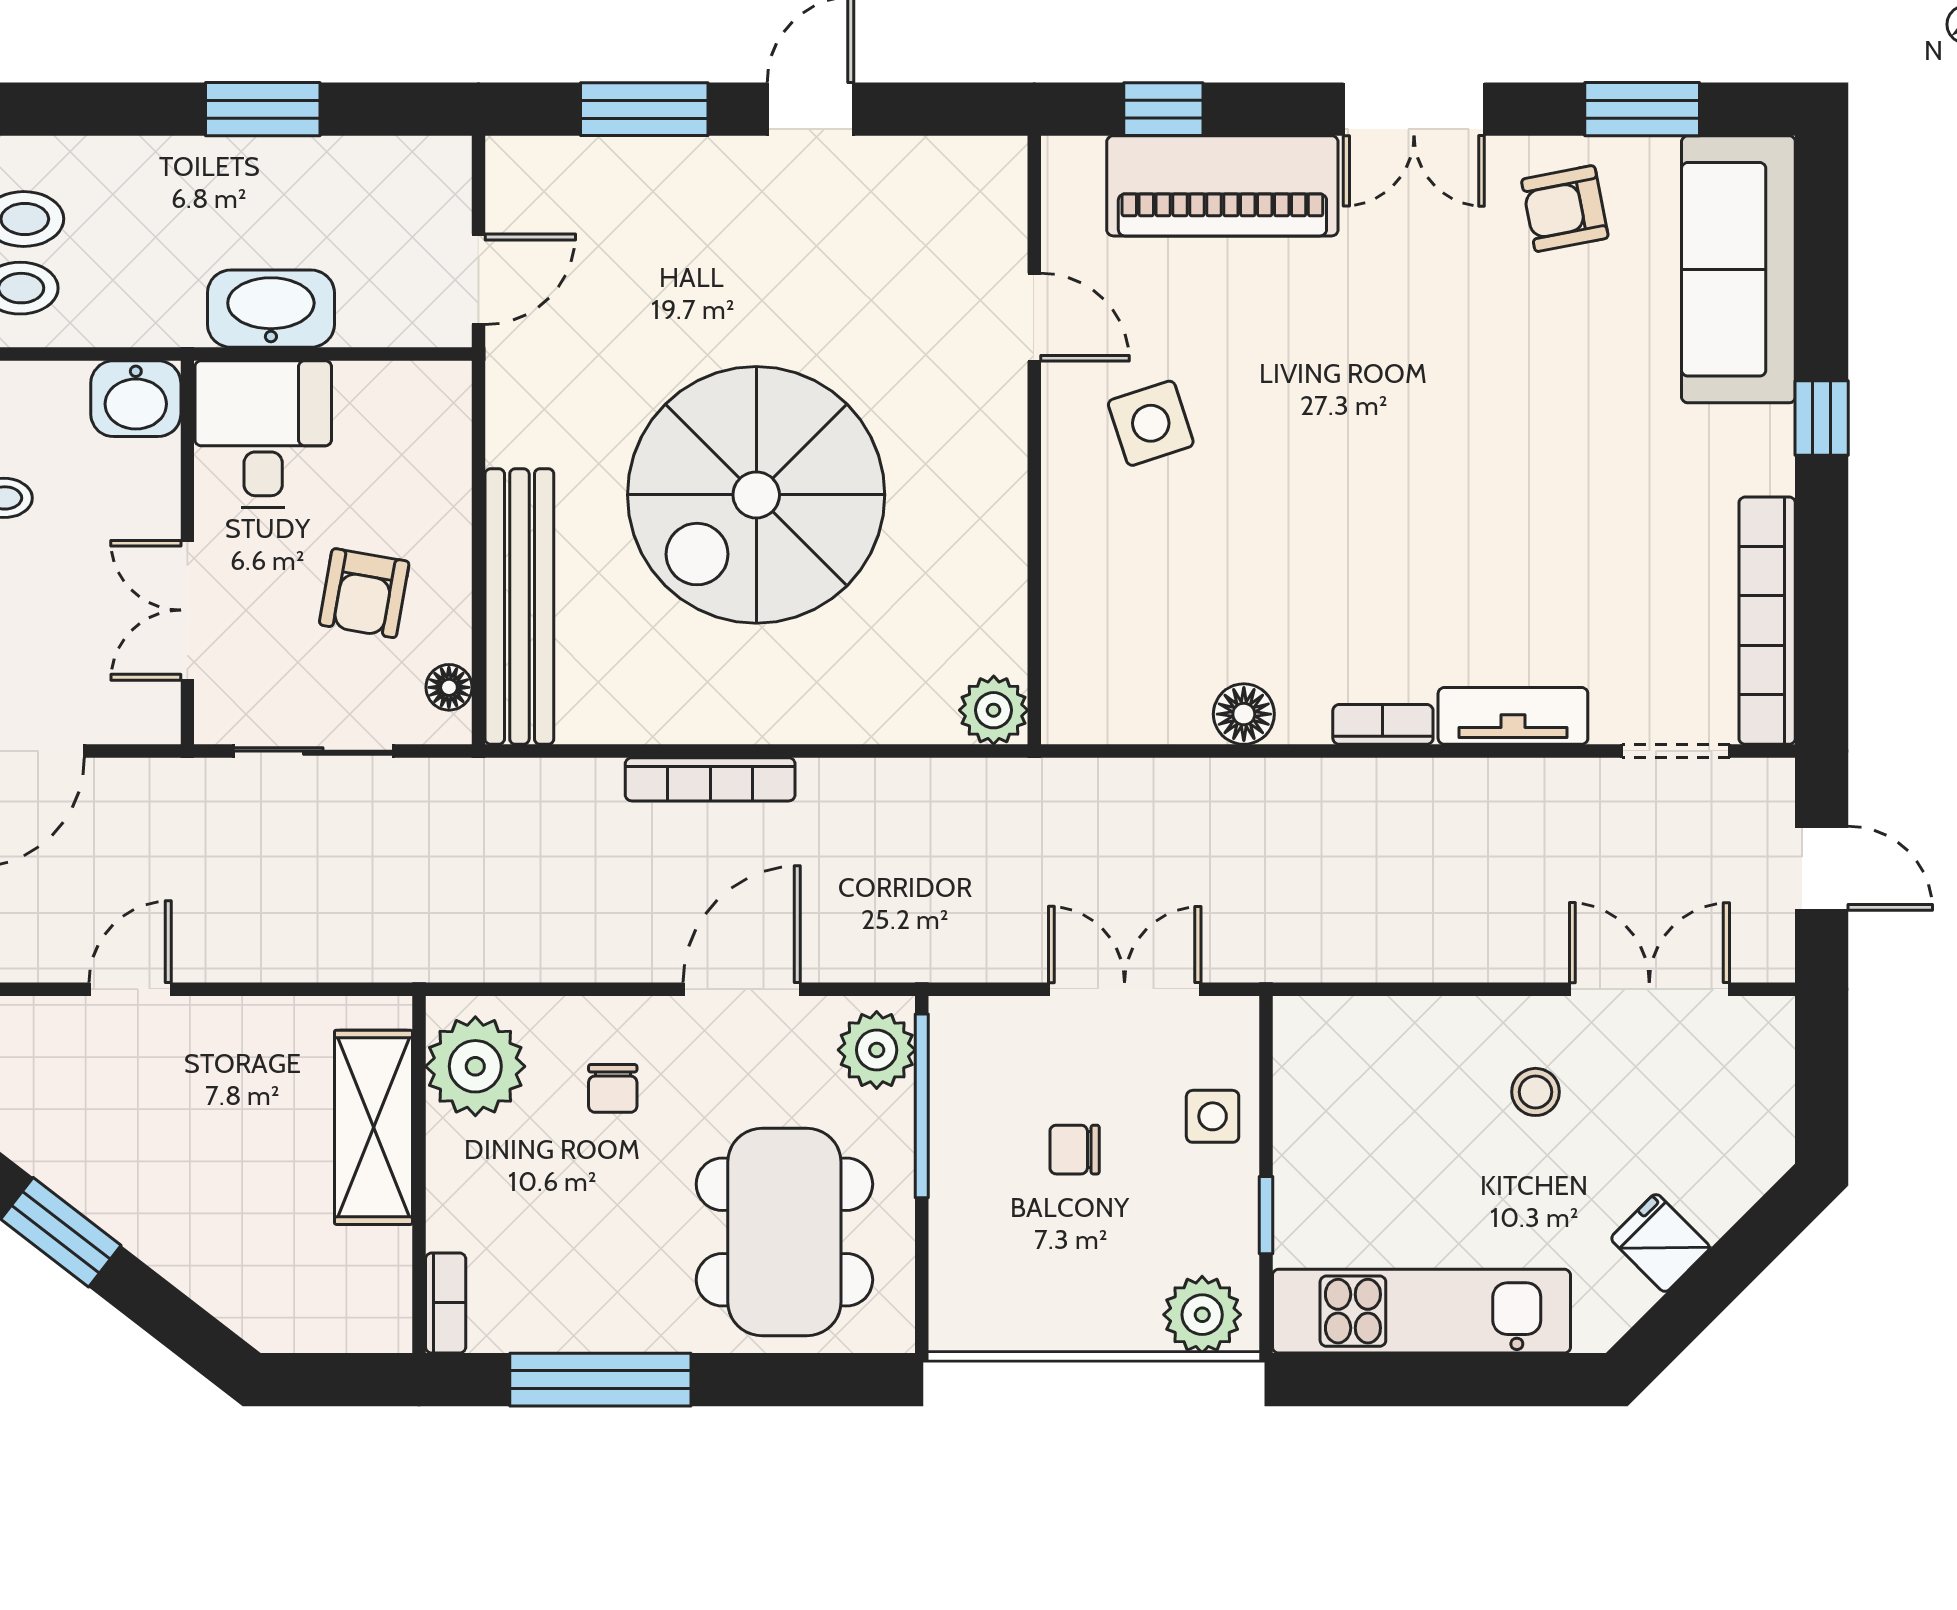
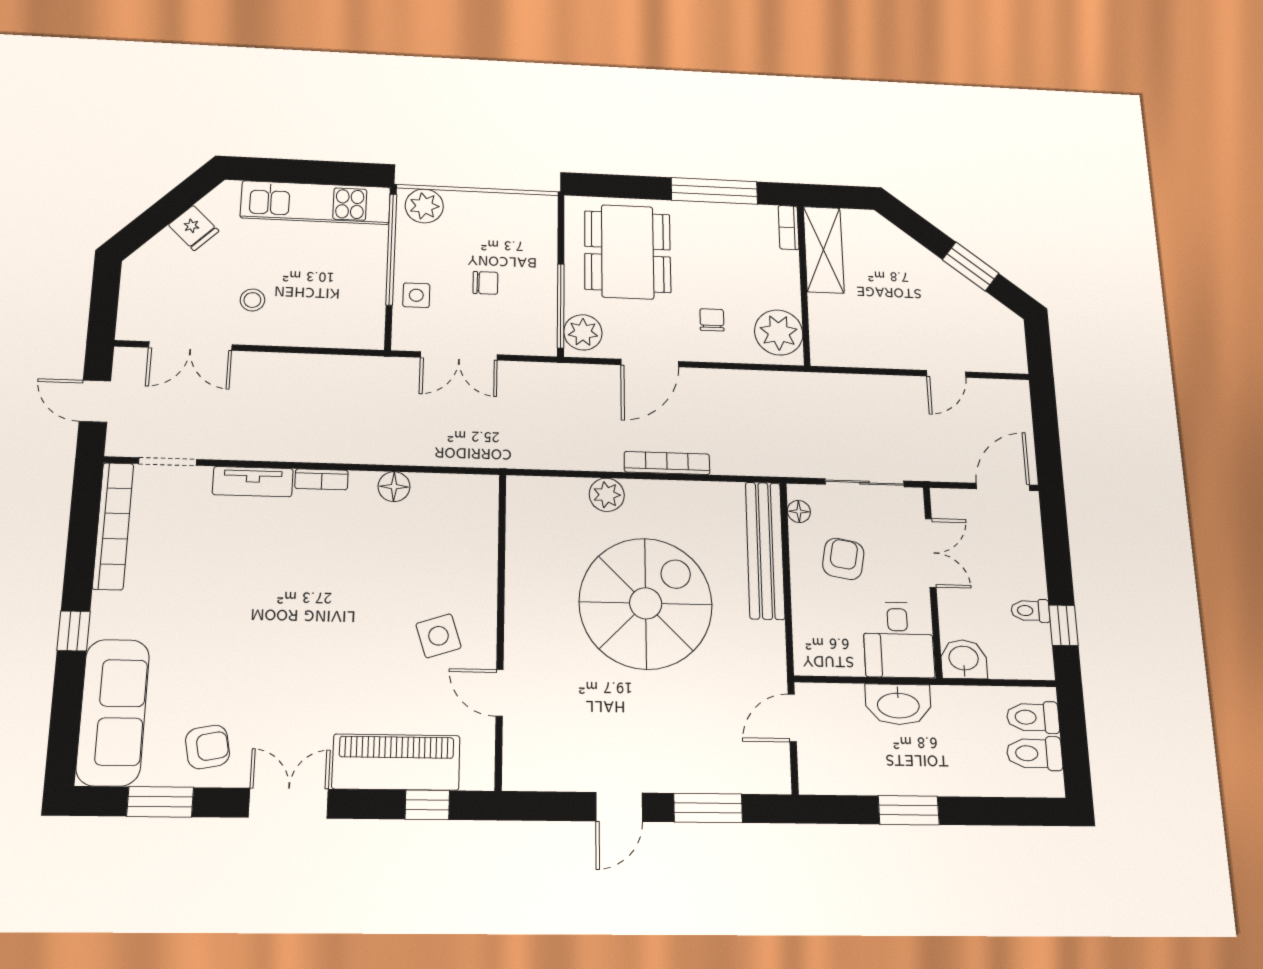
plant: (994, 710) -> (607, 495), moved
shelving: (373, 1127) -> (824, 250), moved
window: (1266, 1215) -> (391, 249), width x3.17

